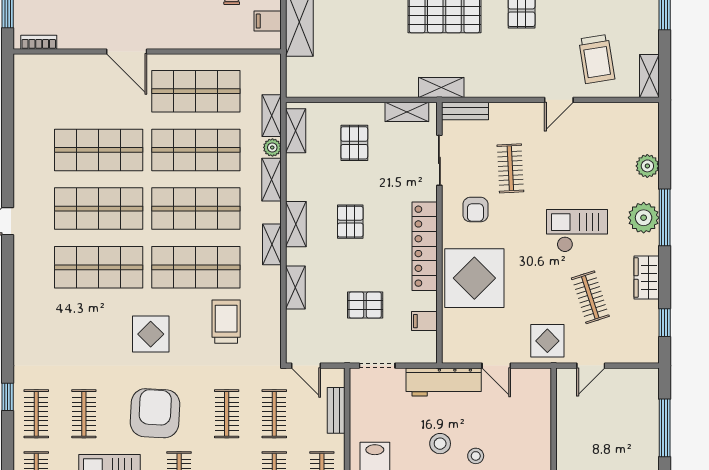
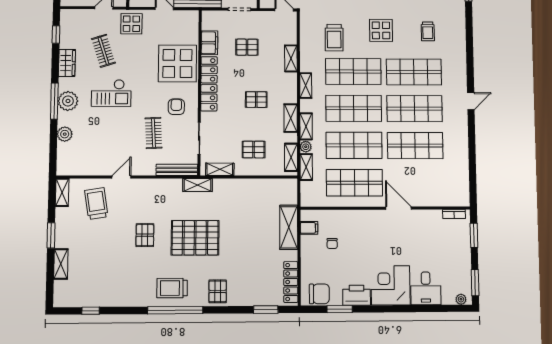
bench: (465, 111) -> (177, 170), width x1.36
pallet: (354, 143) -> (254, 150), turned 90
pallet: (350, 222) -> (256, 100), turned 90
shelving: (296, 224) -> (291, 118), moved
filing cabinet: (424, 321) -> (209, 43), width x2.00
trolley: (75, 333) -> (428, 31), added

